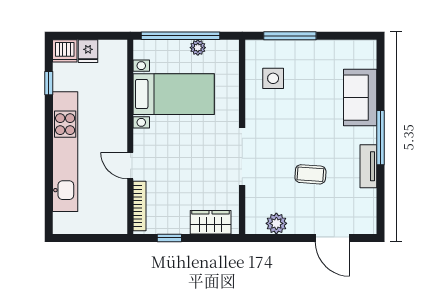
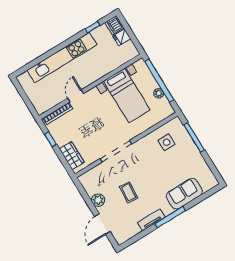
plant: (276, 223) -> (98, 200), moved

